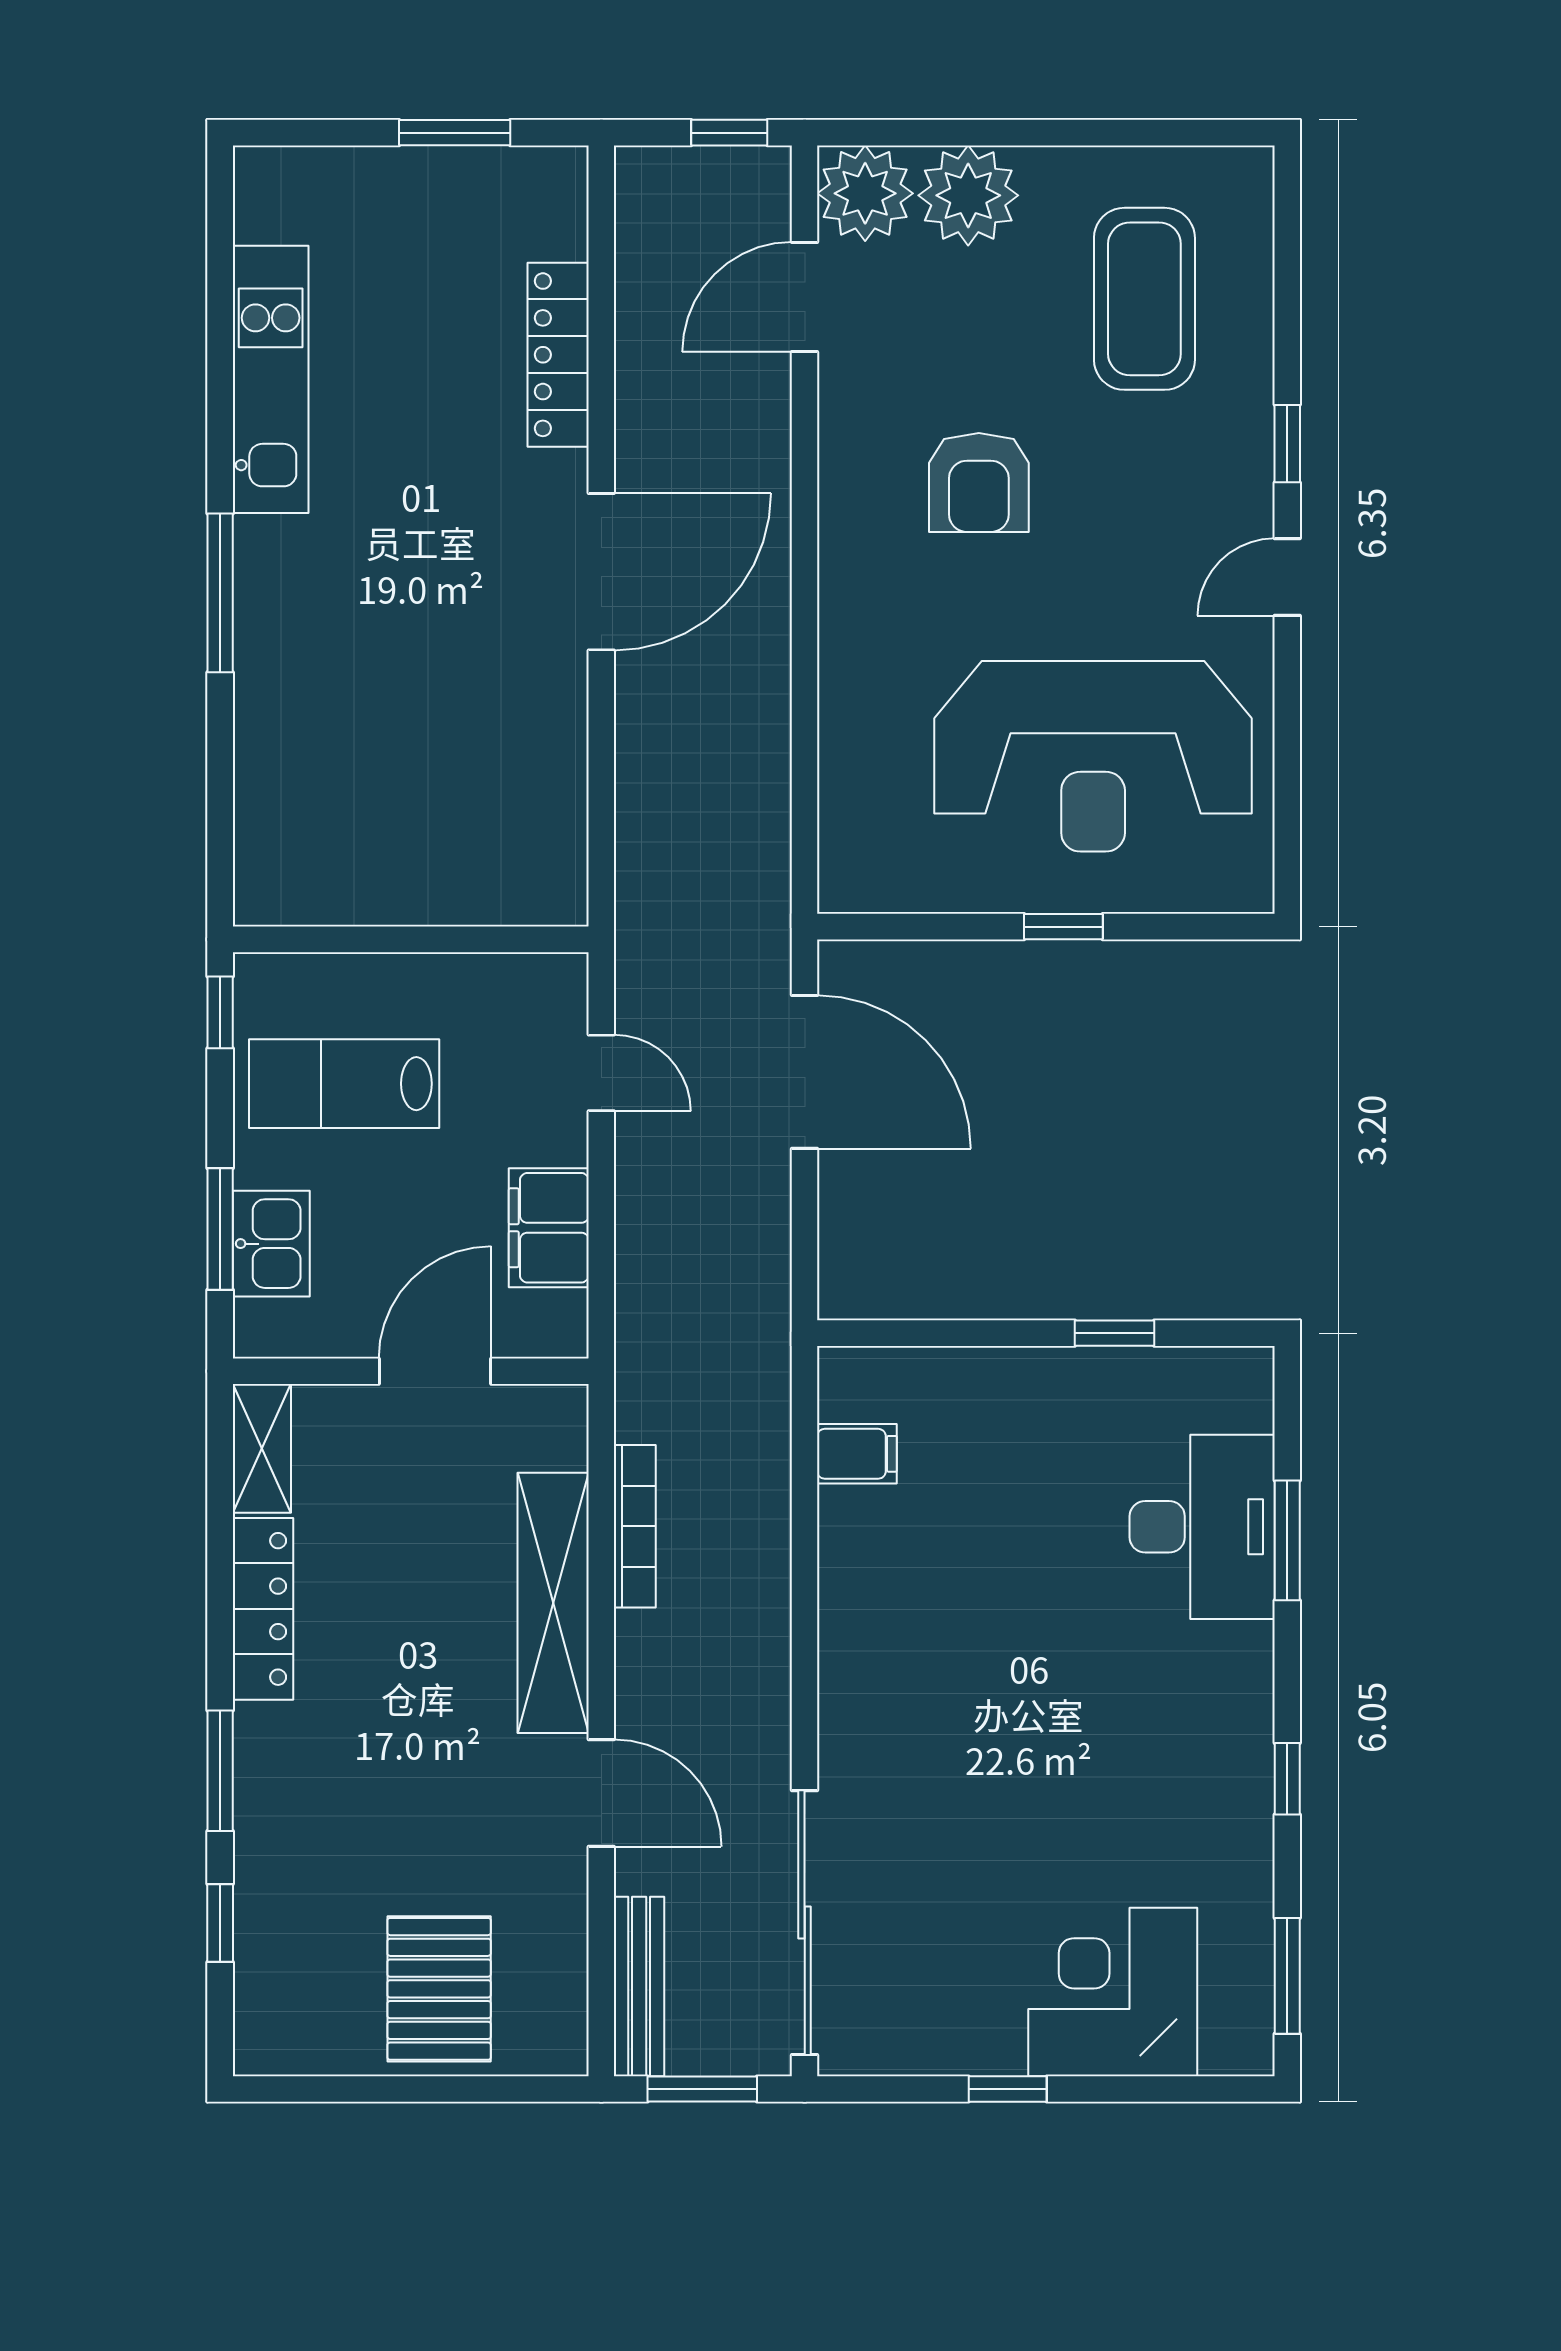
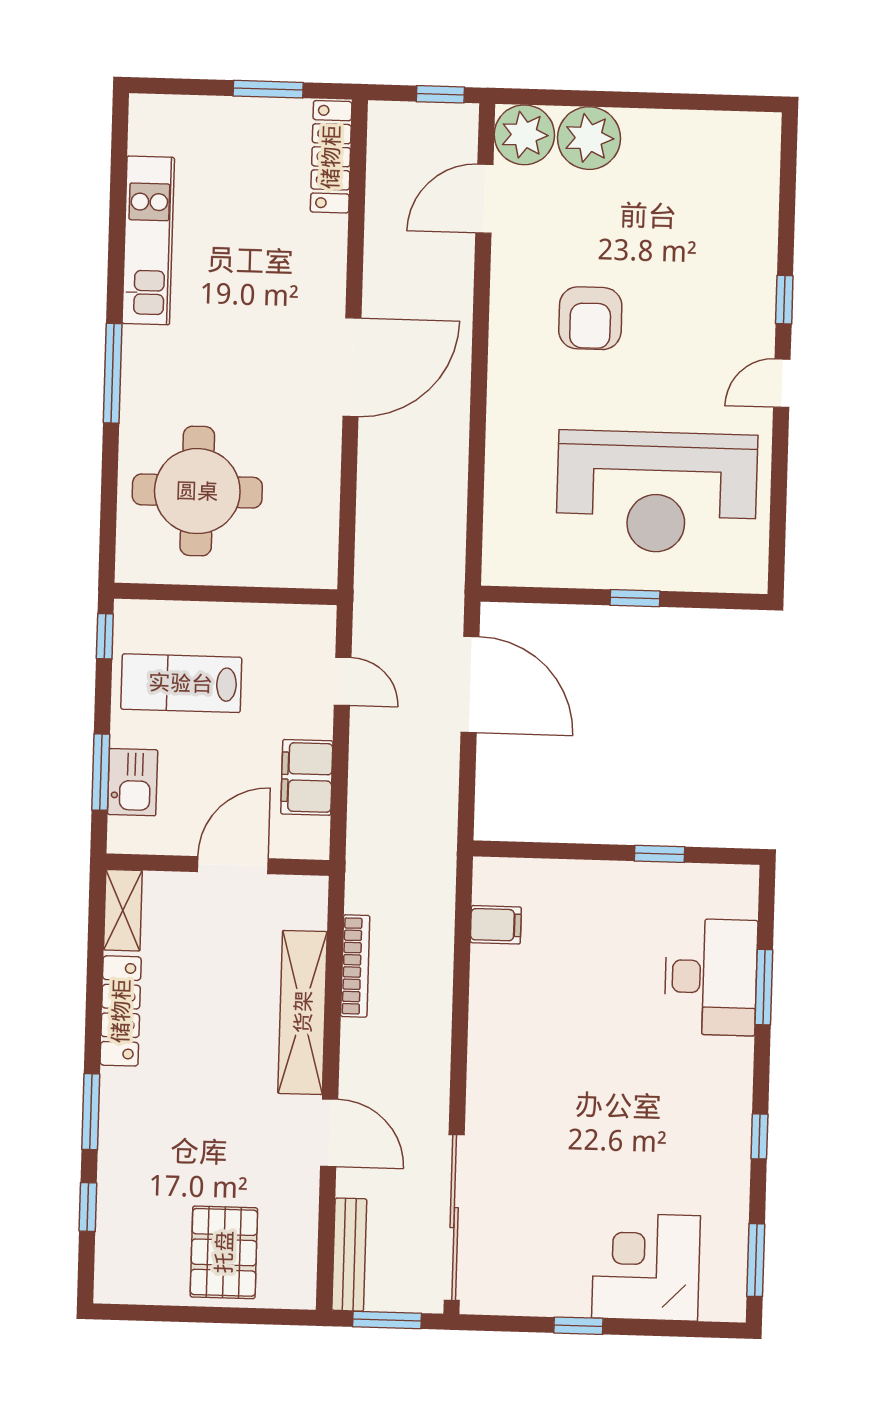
coffee table: (1144, 299) -> (697, 206), removed
locker: (558, 355) -> (331, 157), moved
round table: (361, 777) -> (197, 491), added

